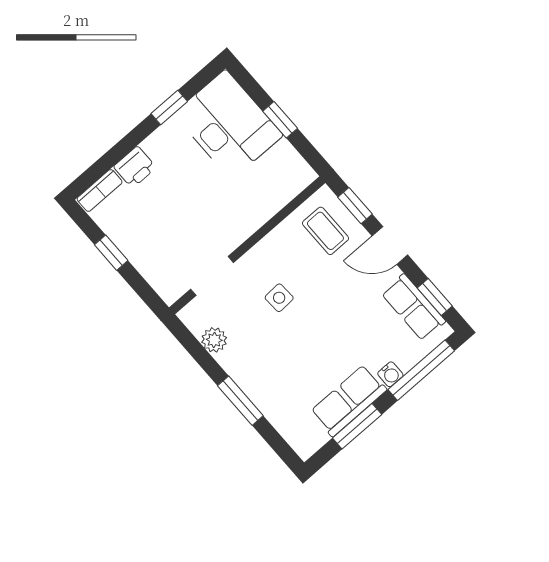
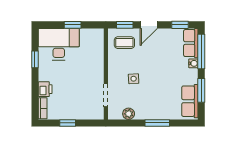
row of seats: (413, 307) -> (191, 43), moved, turned 90
row of seats: (349, 401) -> (190, 101), moved

